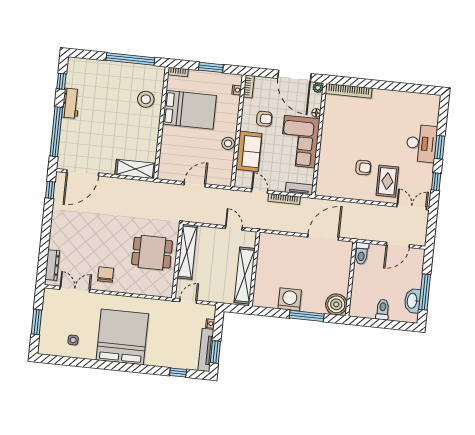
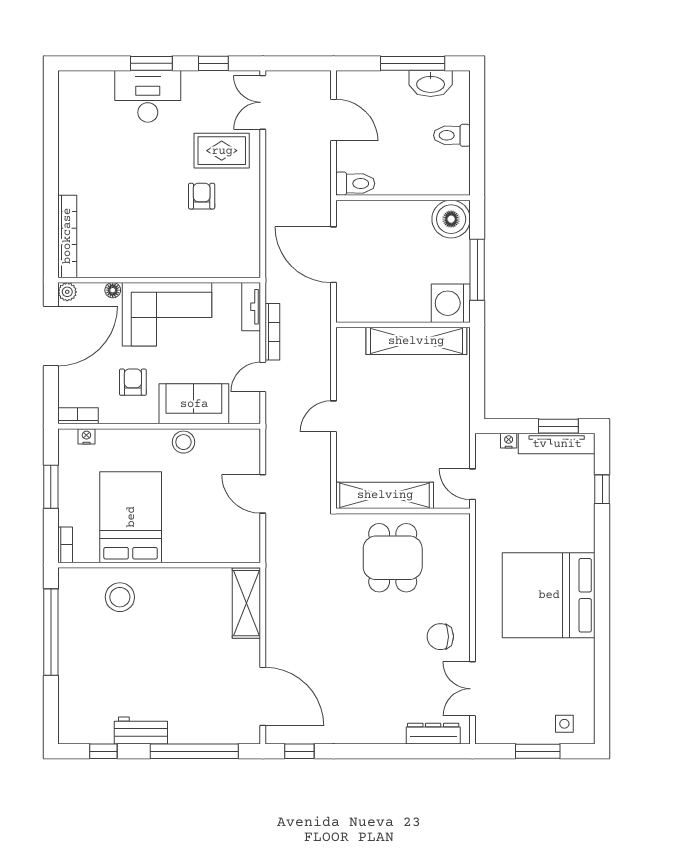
wall: (254, 269) -> (403, 325), moved
shelving: (245, 276) -> (416, 341), moved
side table: (73, 340) -> (564, 724), moved

